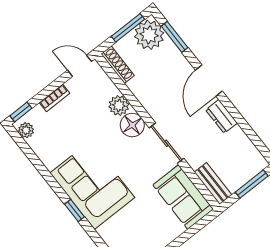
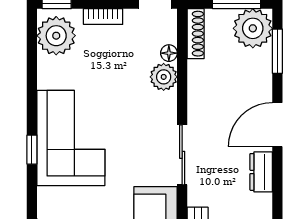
floor lamp: (132, 125) -> (169, 53), moved, width x0.53, depth x0.53
plant: (26, 130) -> (56, 36), width x1.88, depth x1.88

